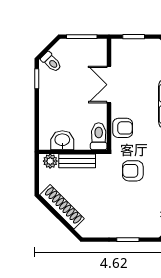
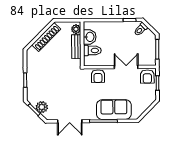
toilet: (99, 136) -> (92, 51), moved
armchair: (133, 171) -> (147, 77), moved, turned 180

